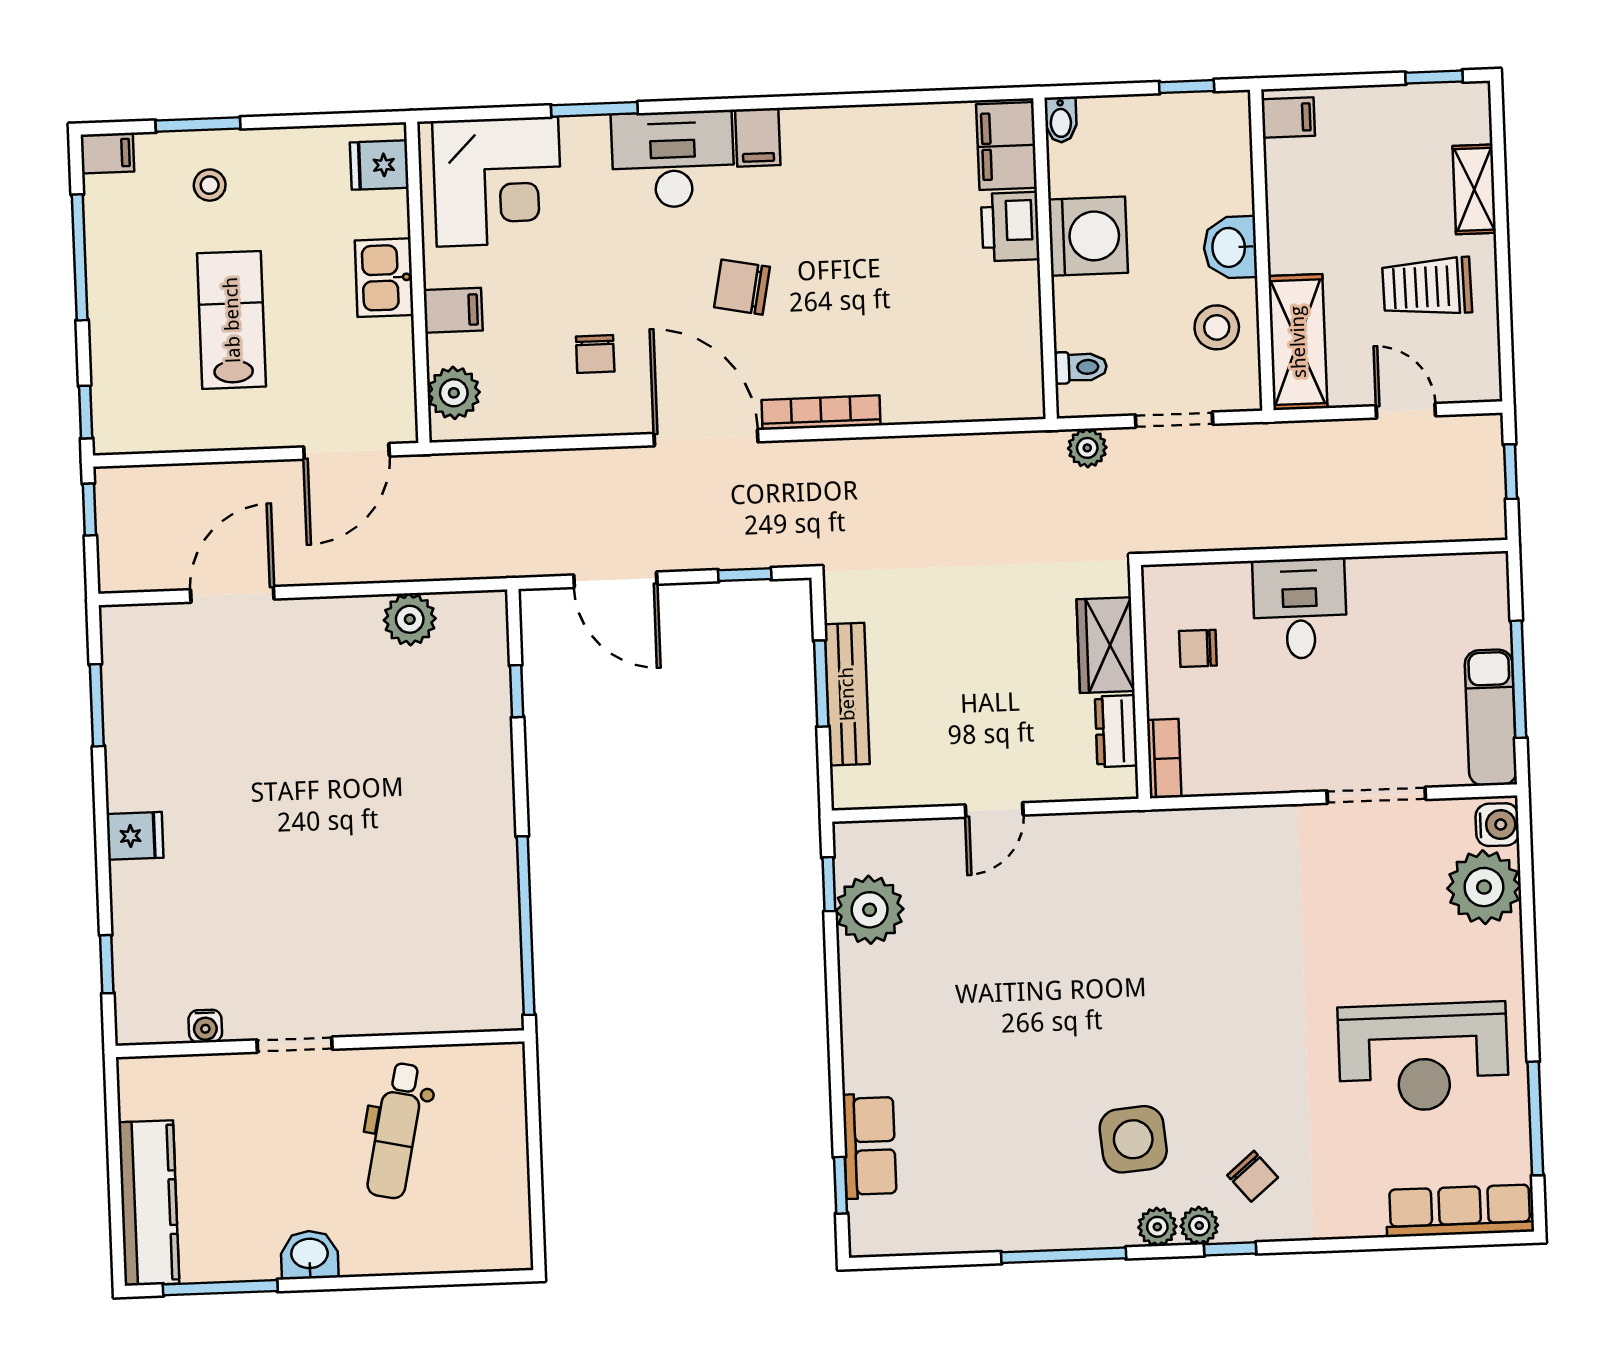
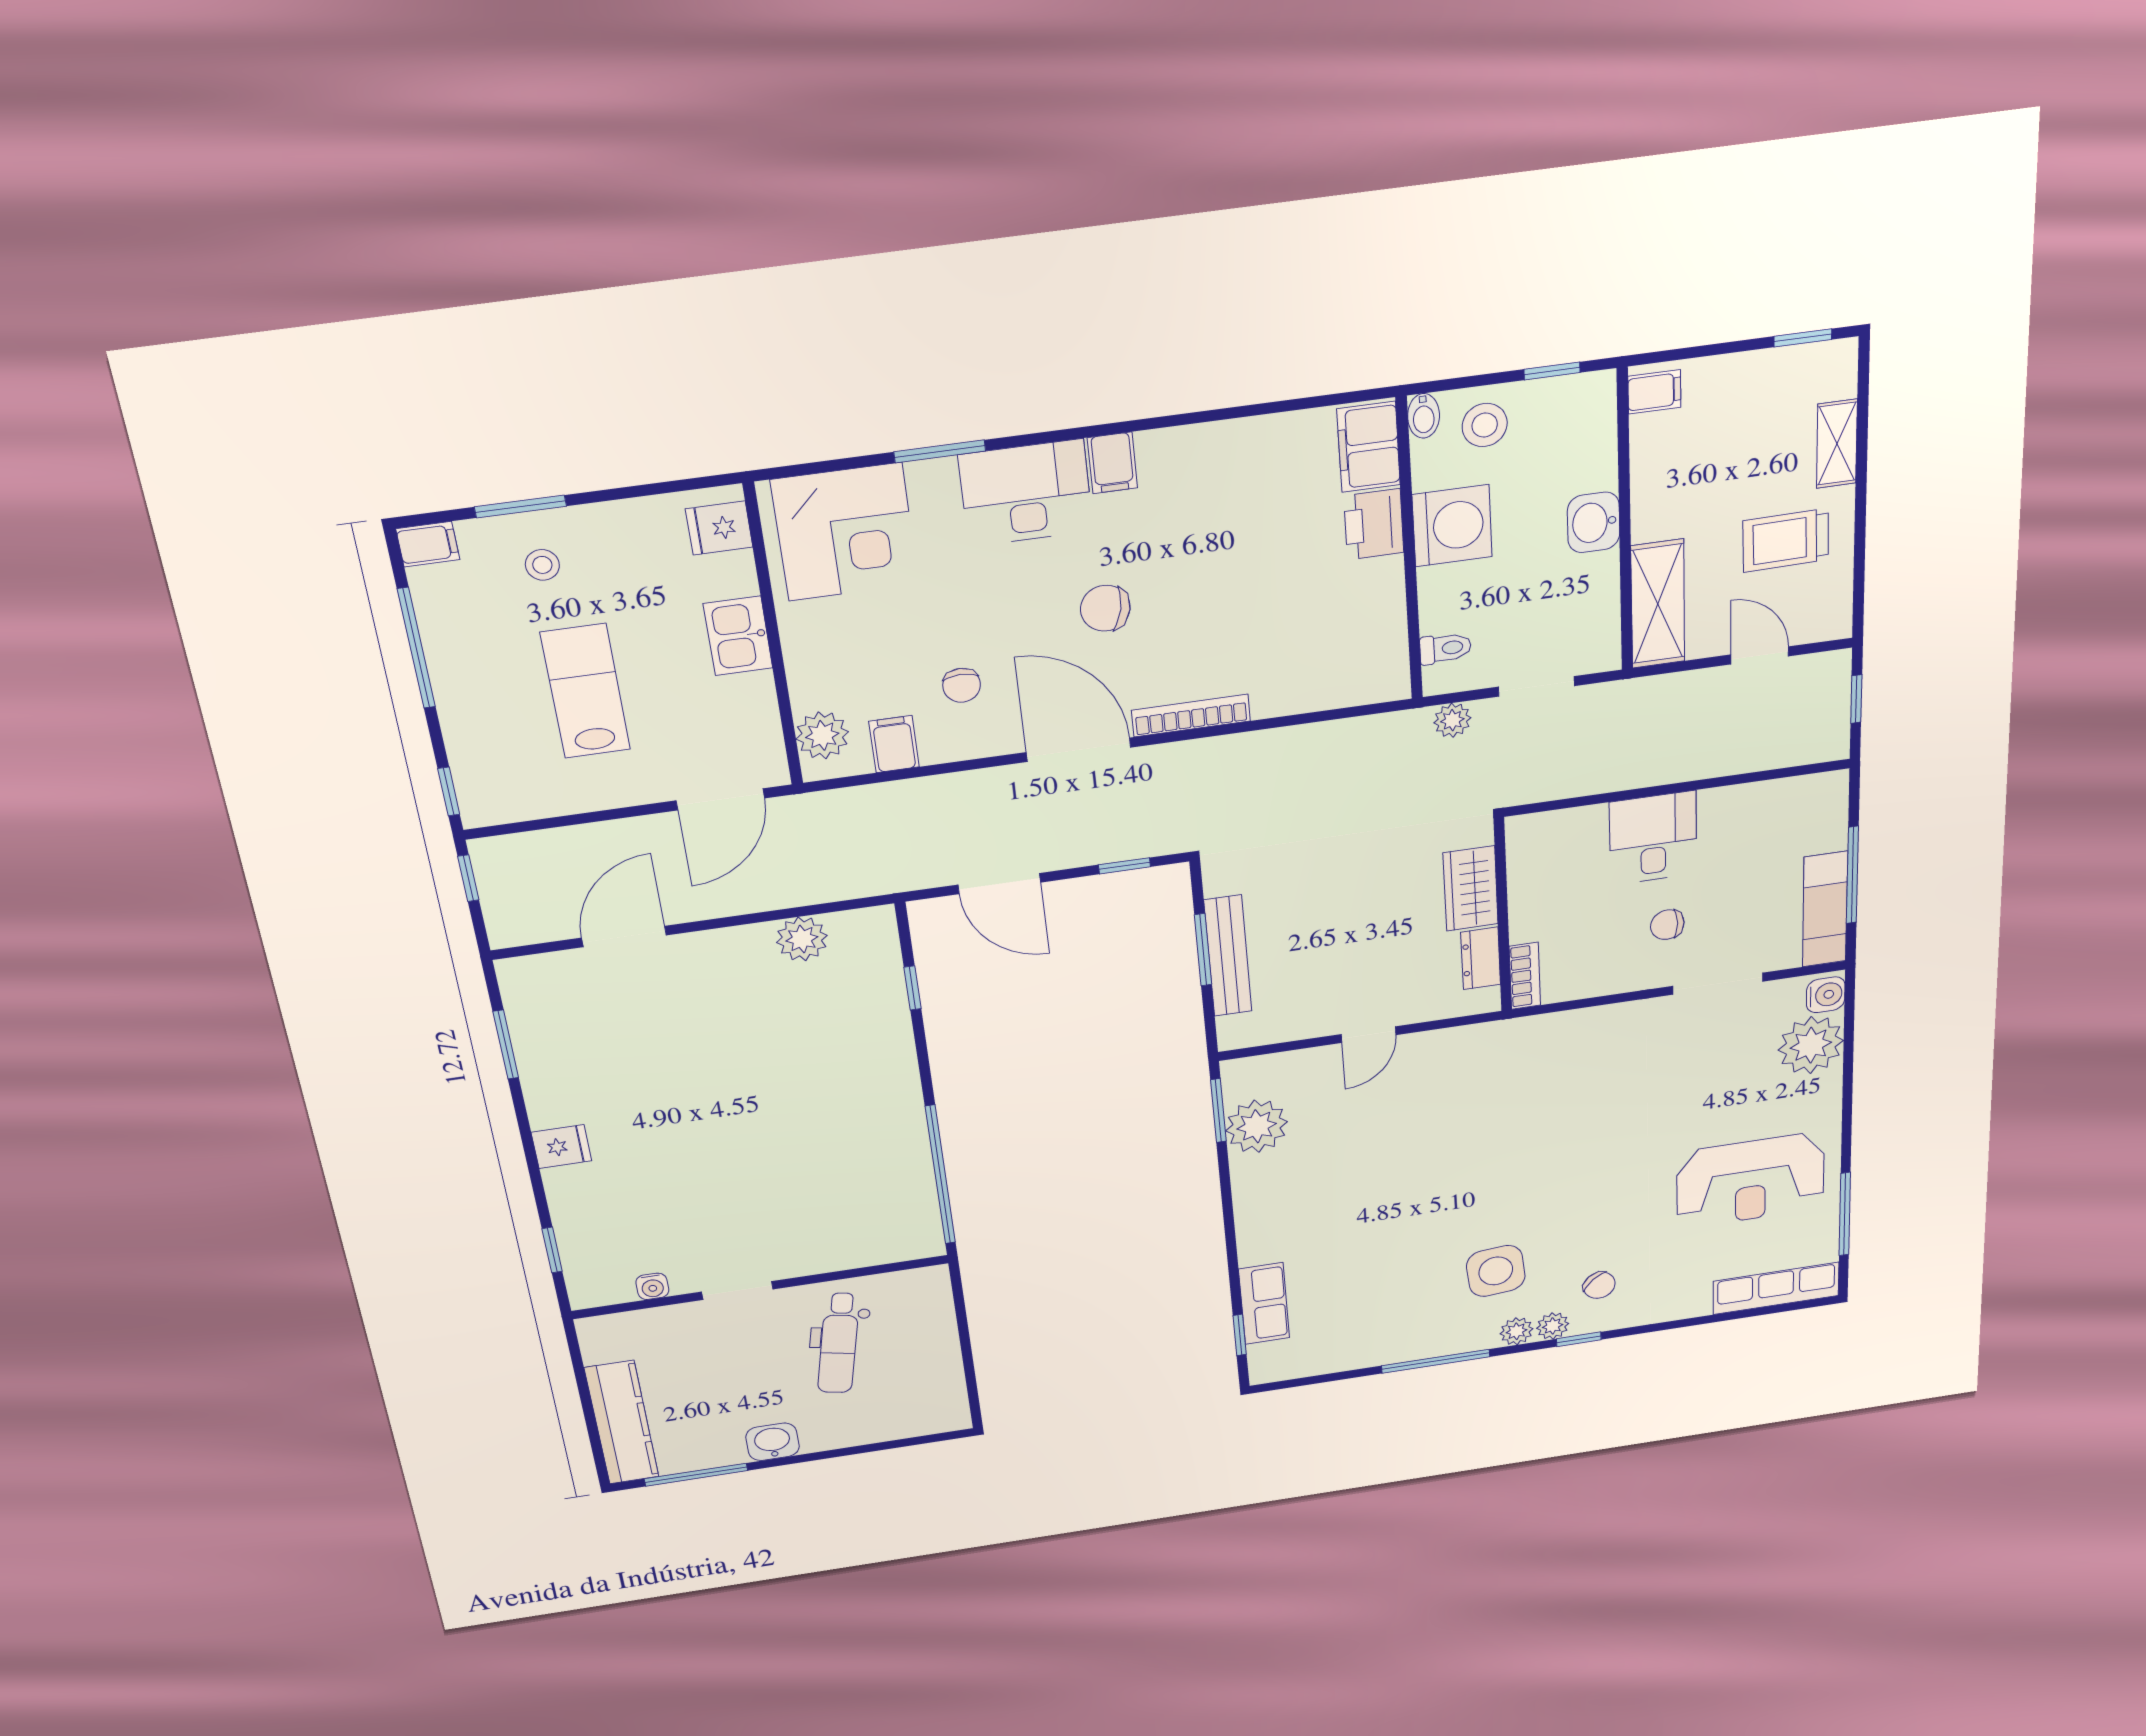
filing cabinet: (453, 310) -> (894, 744), moved, turned -90
stool: (1217, 327) -> (1485, 425), moved
chair: (1198, 648) -> (1667, 925), moved
window: (829, 884) -> (1218, 1111), width x1.50

